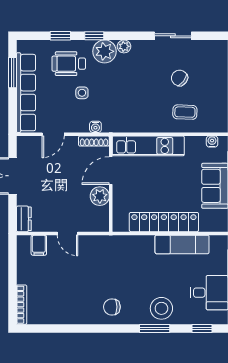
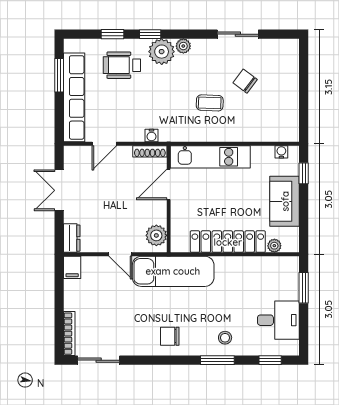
side table: (82, 93) -> (136, 98), removed
coffee table: (185, 112) -> (210, 103), moved
plant: (100, 196) -> (156, 235), moved
plant: (206, 226) -> (274, 246), added
exam couch: (182, 244) -> (173, 271), moved, width x1.36, depth x1.45
filing cabinet: (39, 245) -> (72, 267), moved
stool: (161, 308) -> (225, 338), width x0.53, depth x0.53
sliding door: (48, 329) -> (99, 360), added

